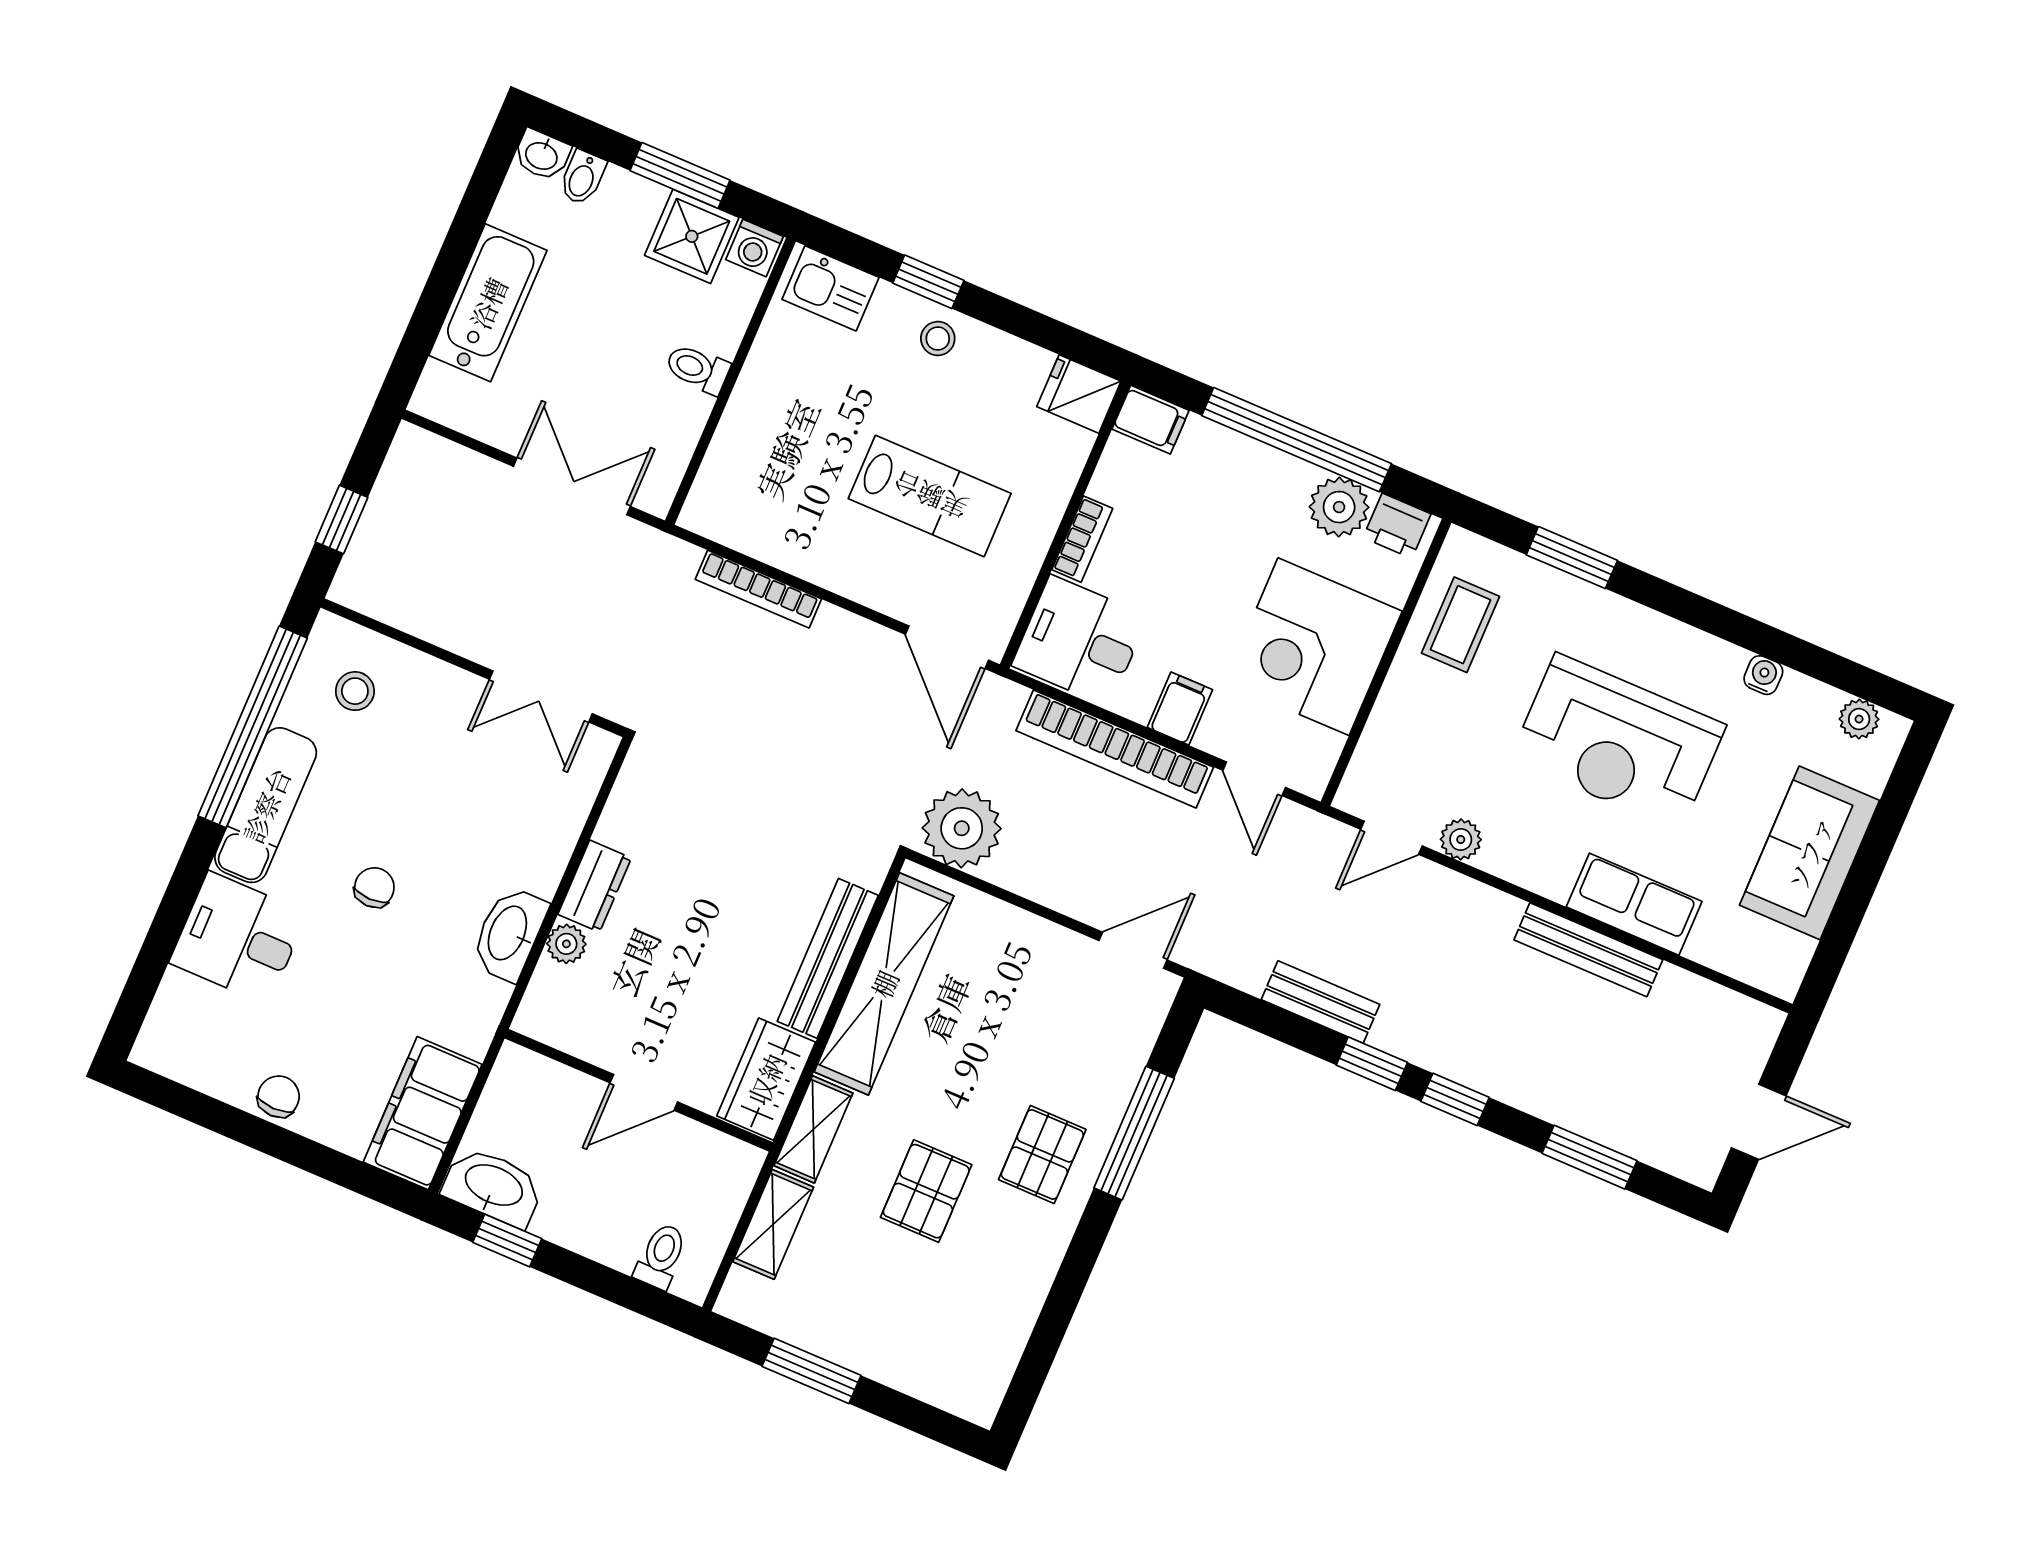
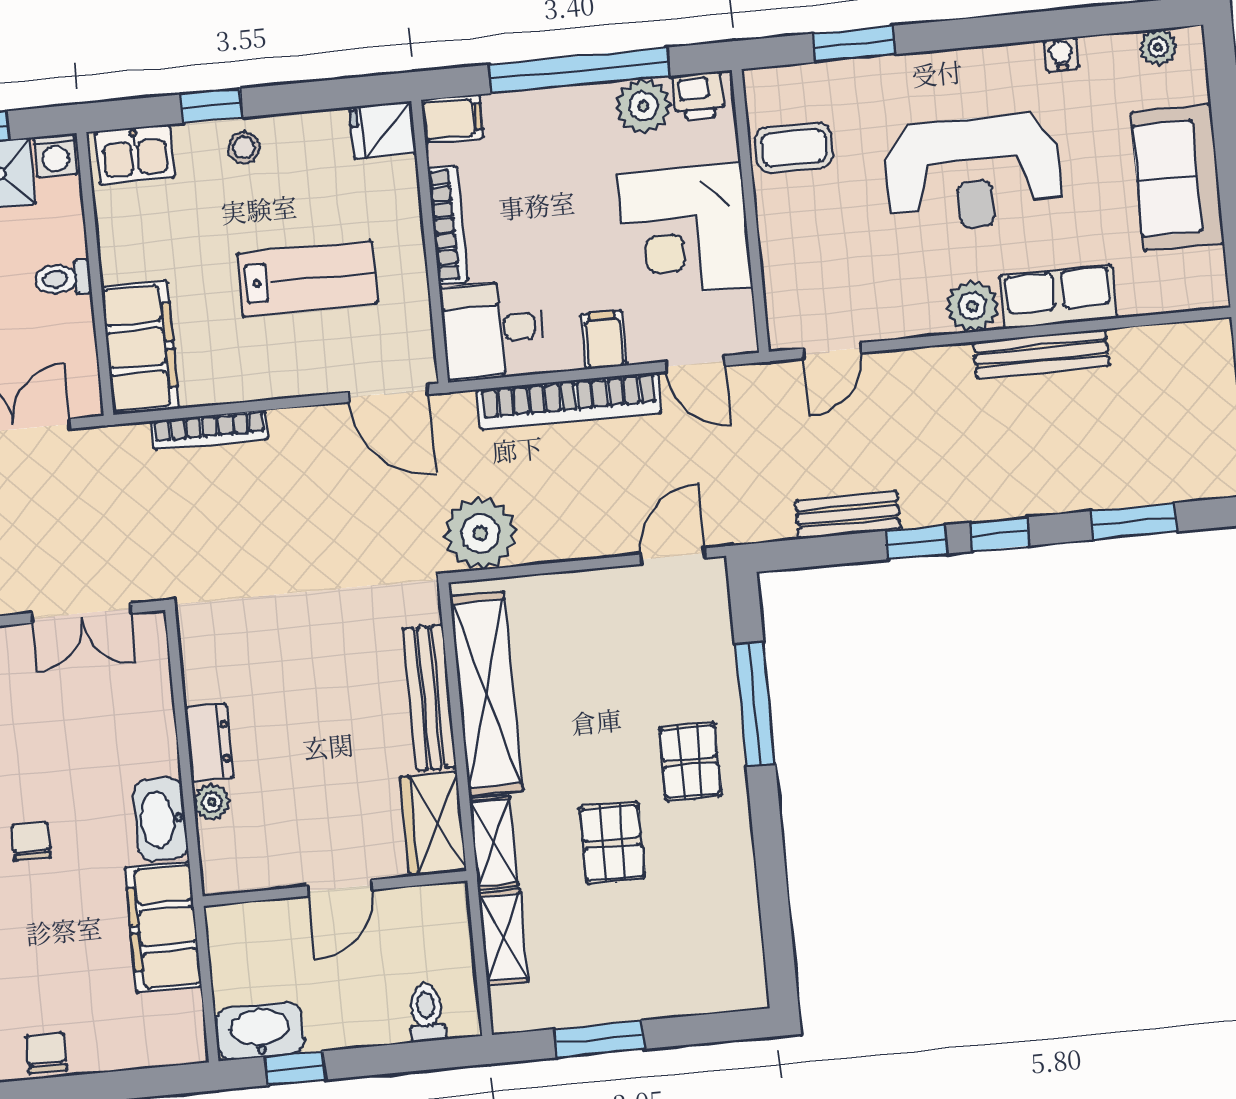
filing cabinet: (735, 475) -> (140, 348), added
bookcase: (1082, 539) -> (448, 225), width x1.56
coffee table: (1460, 625) -> (794, 148), turned 90
plant: (1461, 839) -> (972, 306), moved, width x1.38, depth x1.38
filing cabinet: (423, 1113) -> (163, 927), moved

